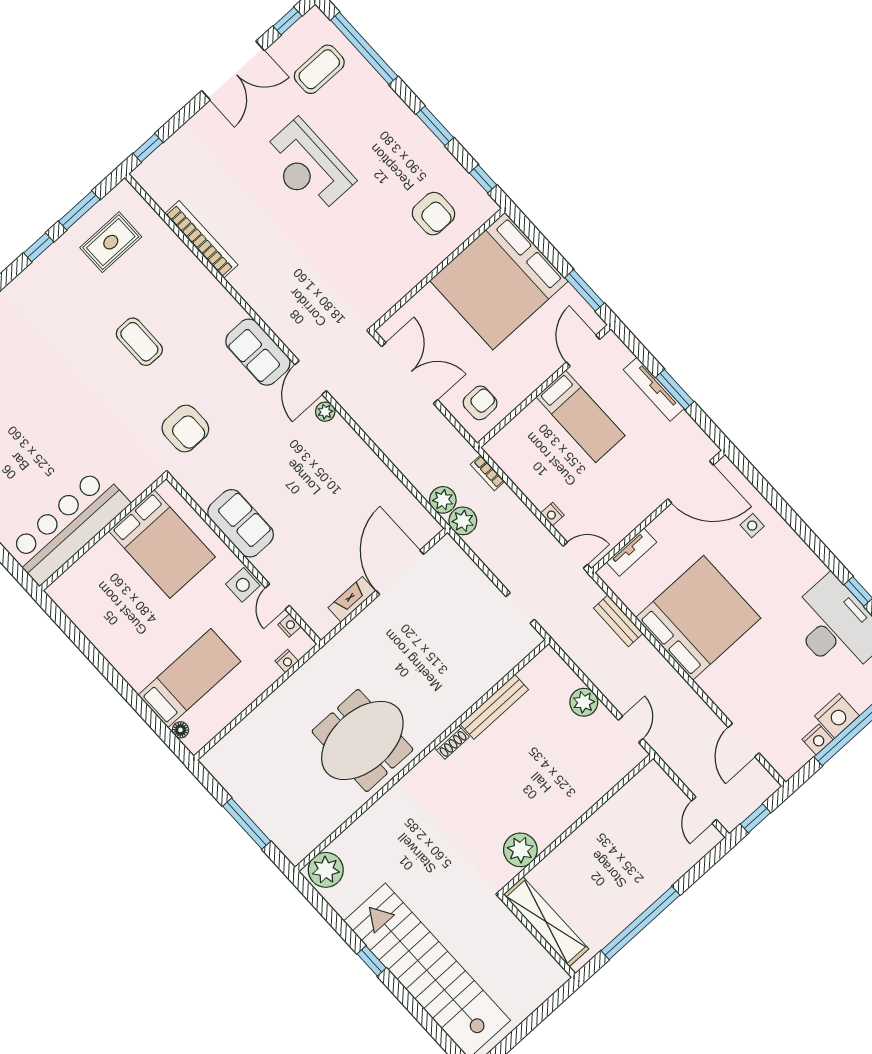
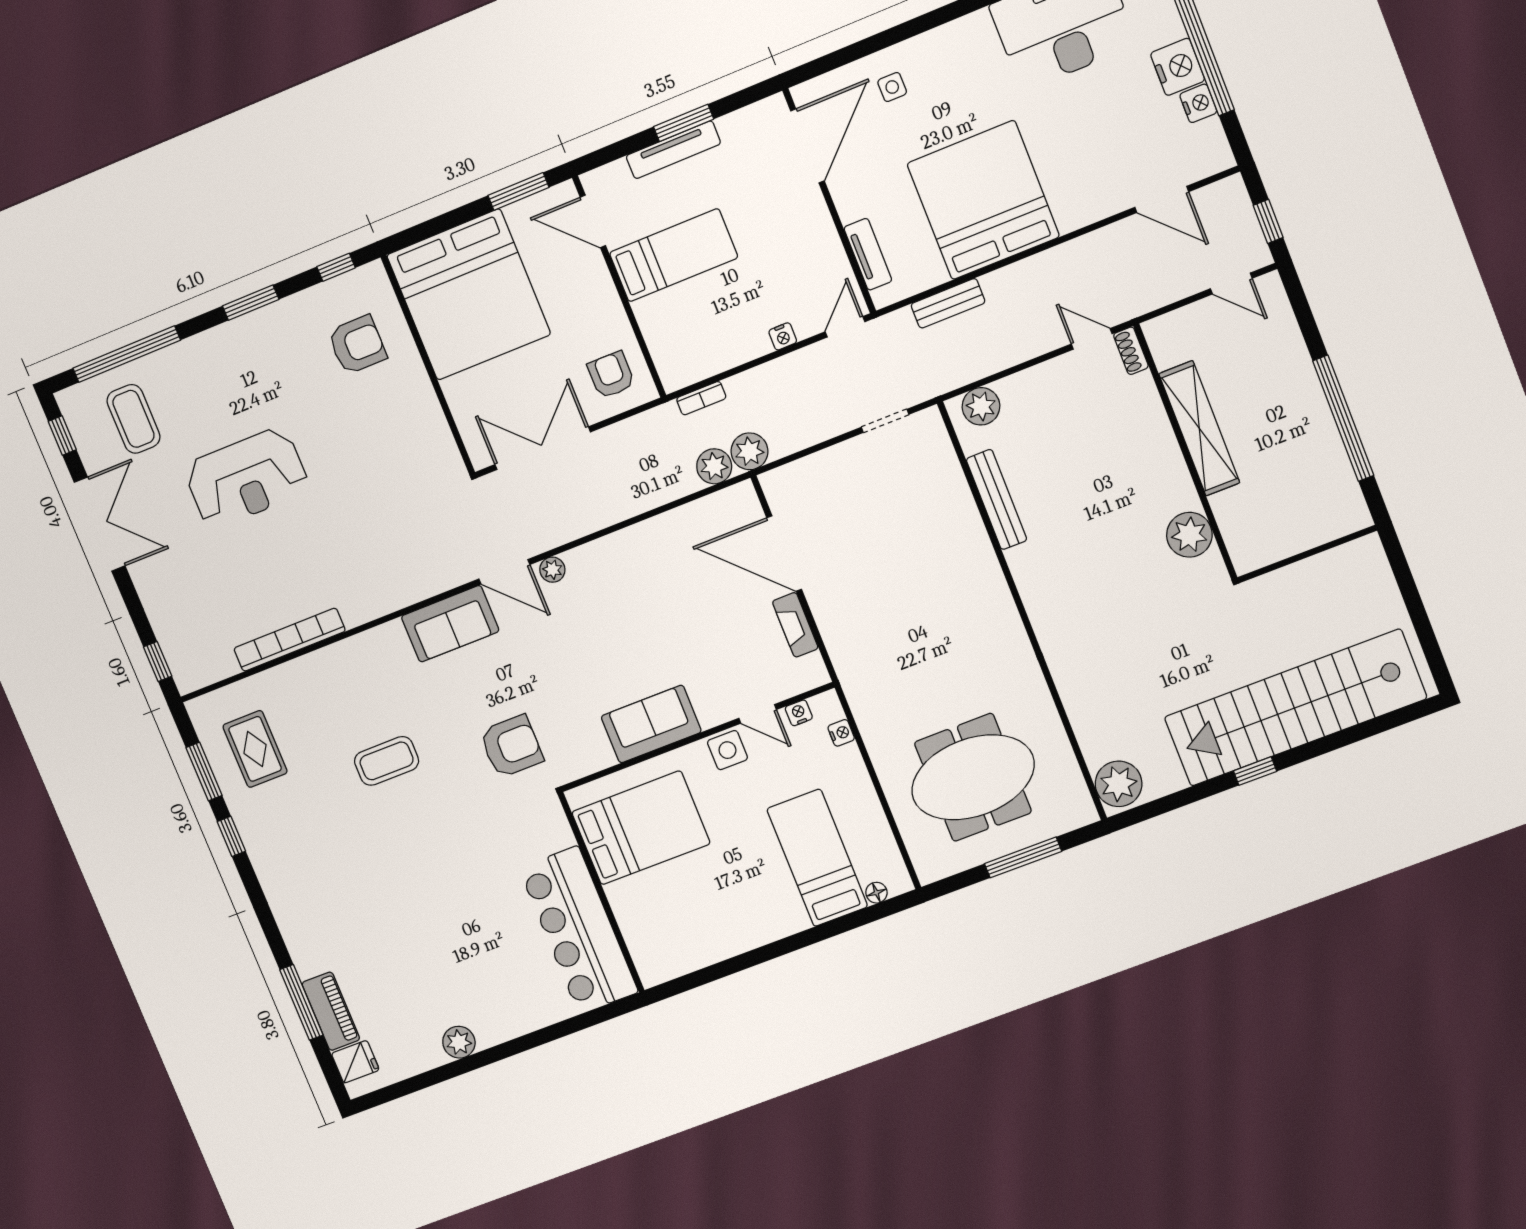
plant: (584, 702) -> (981, 406), moved
meeting table: (362, 741) -> (973, 777), moved, turned 90
shoe rack: (452, 742) -> (1131, 351), moved, turned 180
shelving: (546, 922) -> (1199, 428), moved, turned 90

